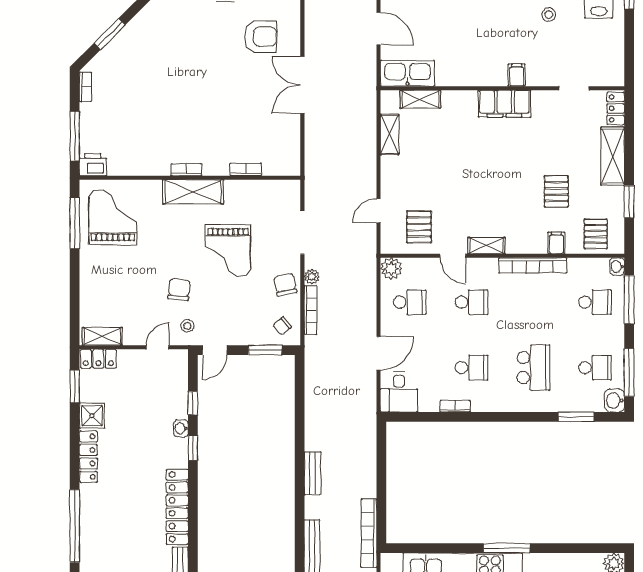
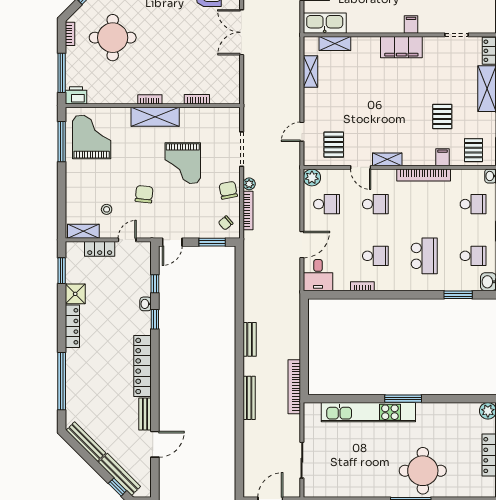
round table: (139, 92) -> (113, 38), added
stool: (187, 326) -> (107, 209), moved
locker: (98, 359) -> (100, 249), moved

